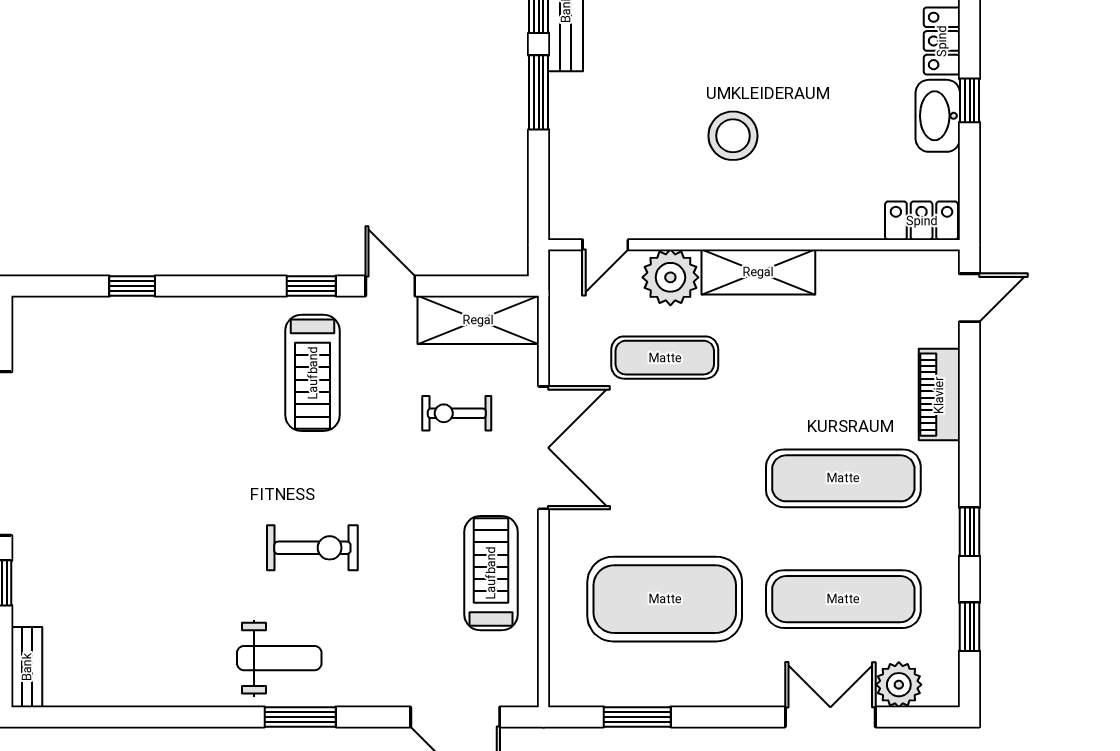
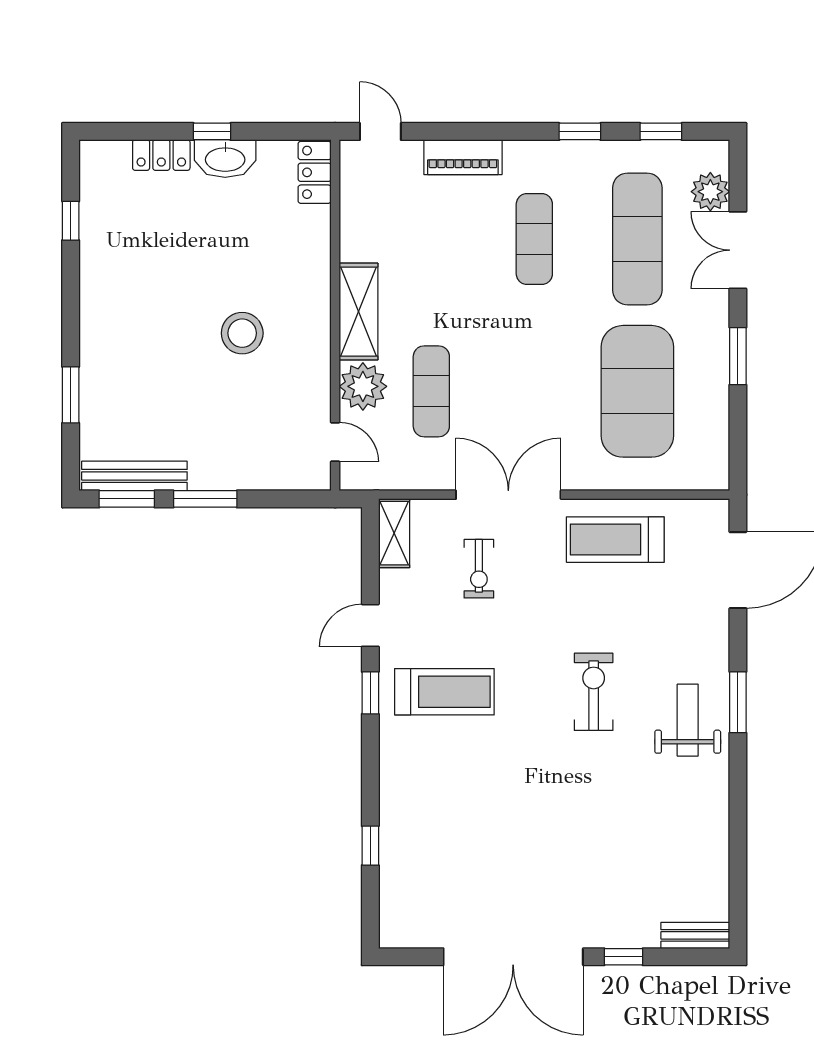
shelving: (478, 320) -> (394, 533), width x0.67, depth x0.75
exercise mat: (843, 478) -> (534, 239), width x0.73, depth x0.69
window: (637, 717) -> (738, 356), moved

